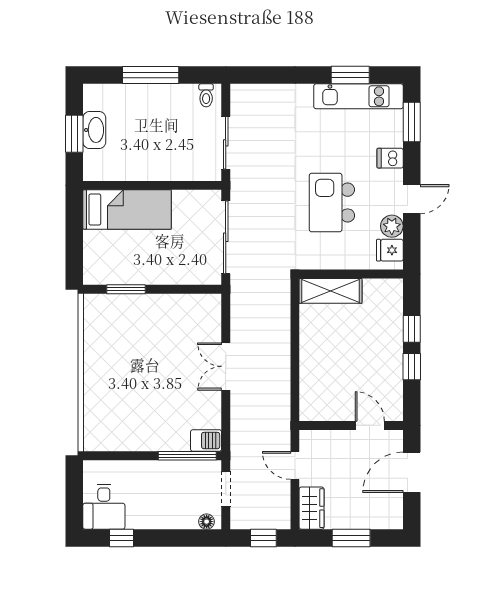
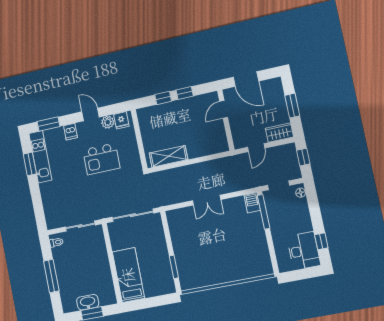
shelving: (331, 291) -> (169, 156), moved, turned 90
desk: (104, 507) -> (304, 251), width x1.37

